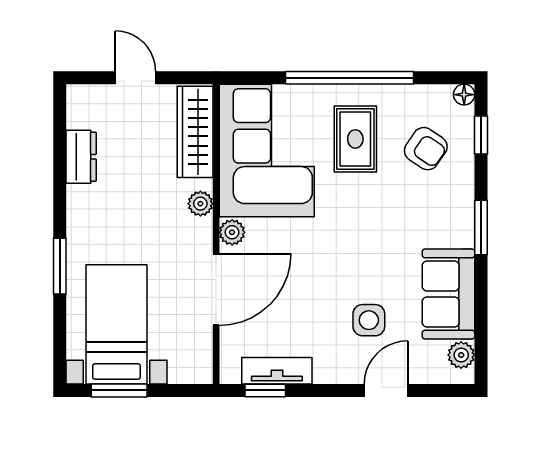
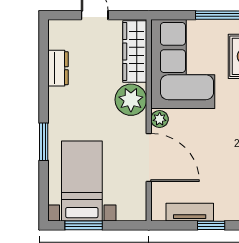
plant: (200, 204) -> (131, 100), width x1.87, depth x1.87
door: (216, 289) -> (149, 157), hinge flipped
window: (265, 390) -> (211, 225), moved

